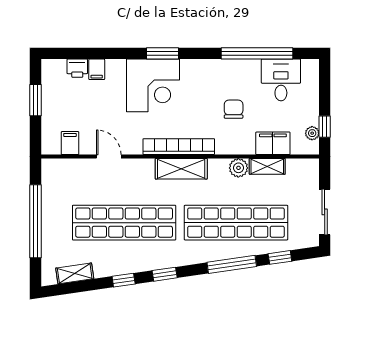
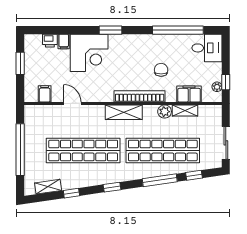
desk: (281, 80) -> (207, 48), moved, turned 90
corner desk: (153, 85) -> (89, 53), moved
bookcase: (179, 147) -> (140, 96), moved
window: (124, 280) -> (71, 193), moved

